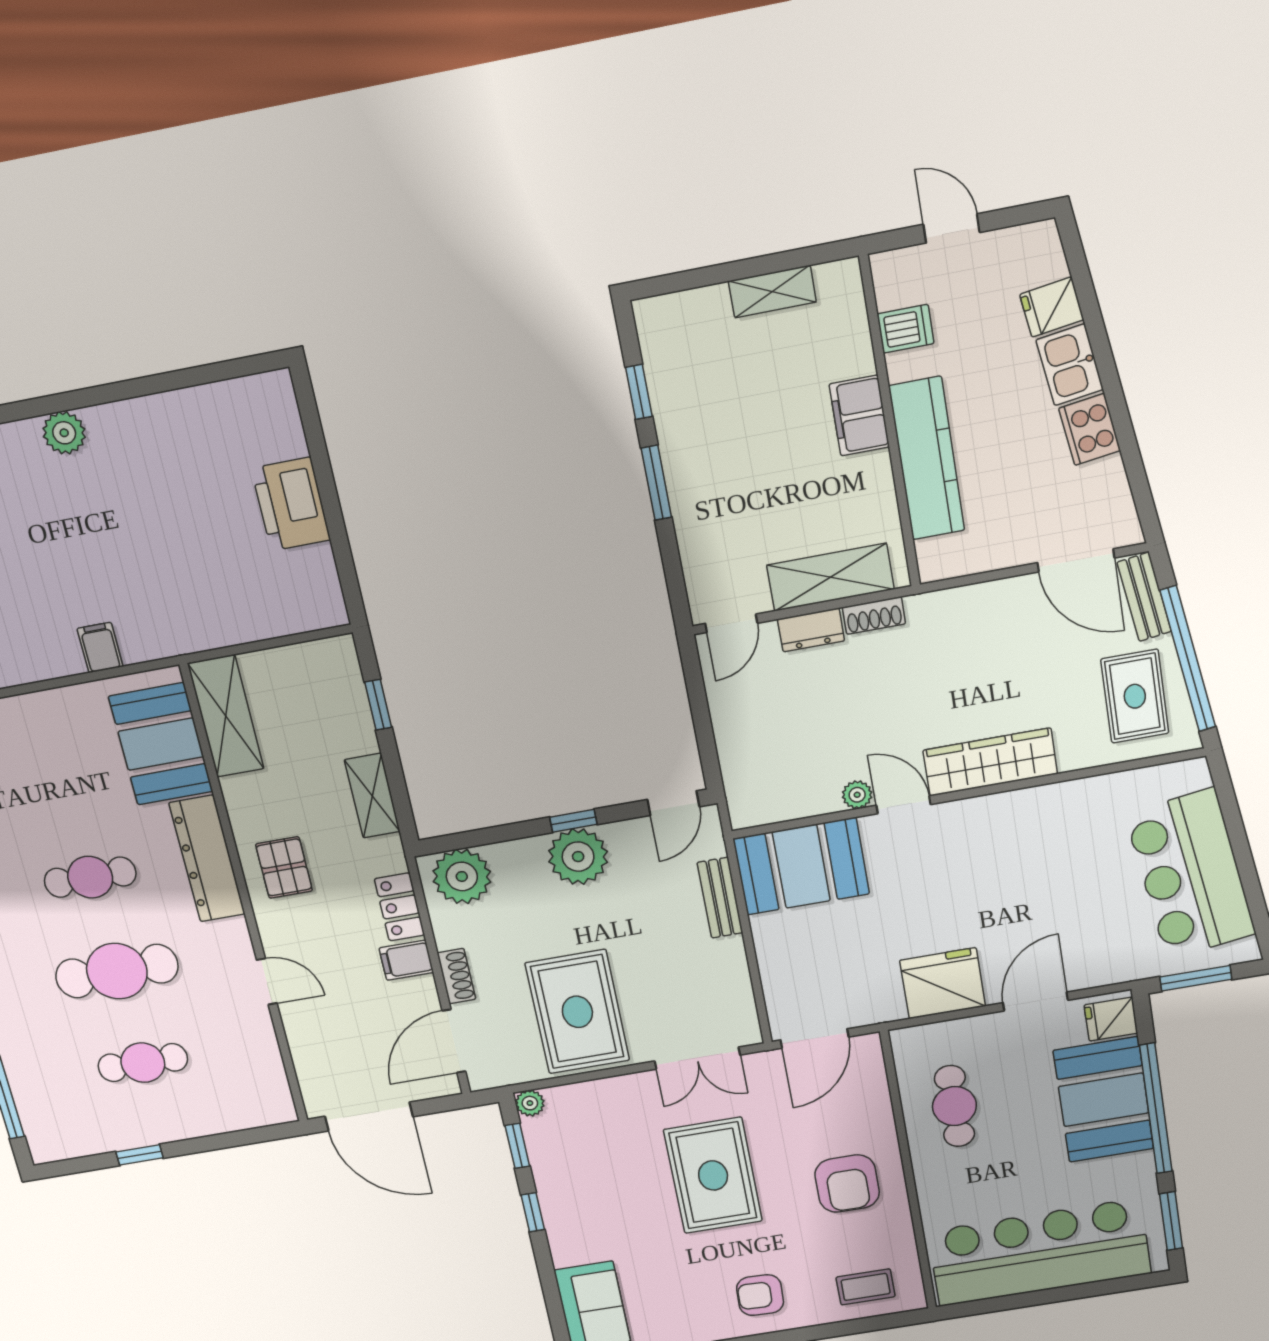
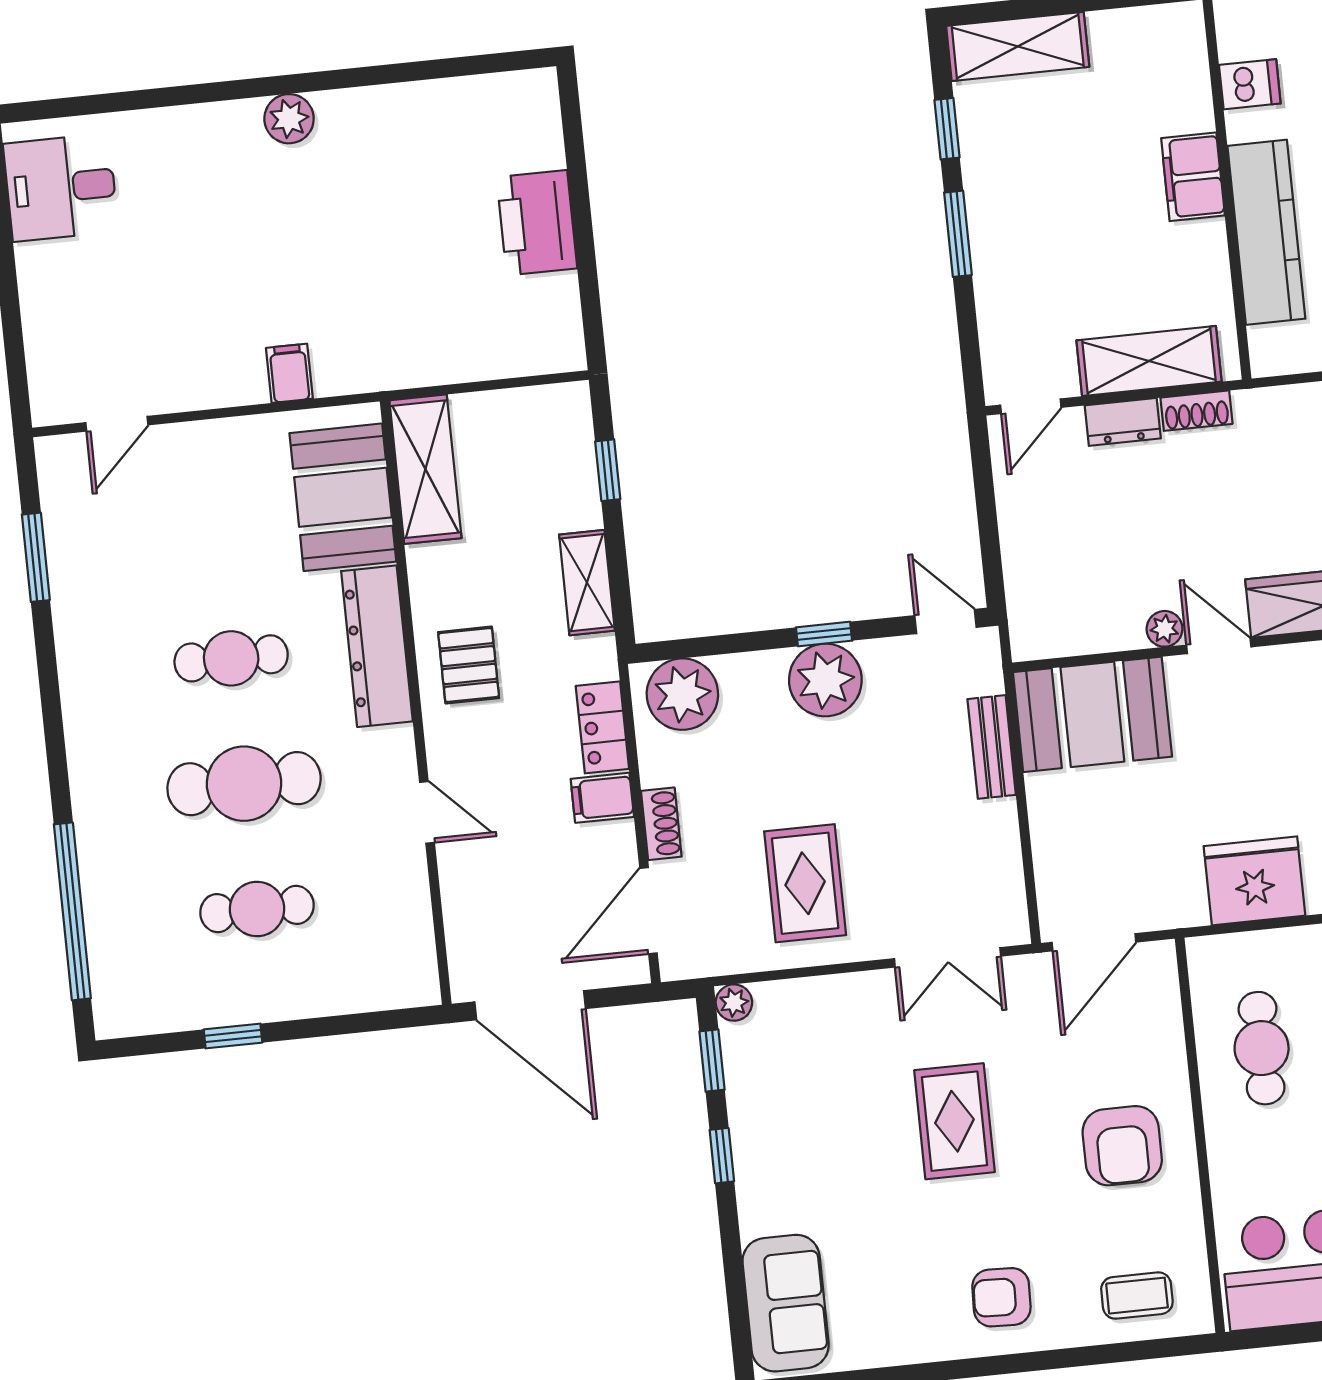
shelving: (772, 292) -> (1018, 46), moved, width x1.50, depth x1.33
door: (673, 803) -> (945, 621), swing flipped
rug: (577, 1012) -> (805, 883), width x0.73, depth x0.70
rug: (713, 1175) -> (954, 1121), width x0.73, depth x0.70

